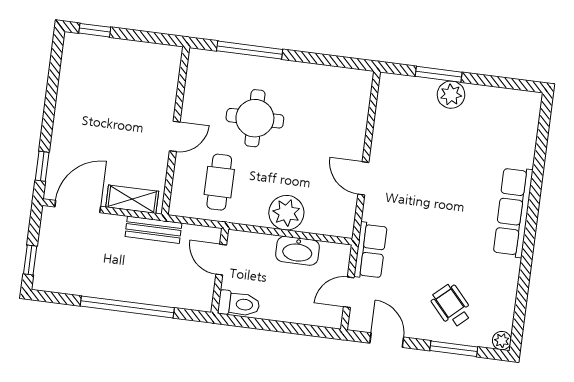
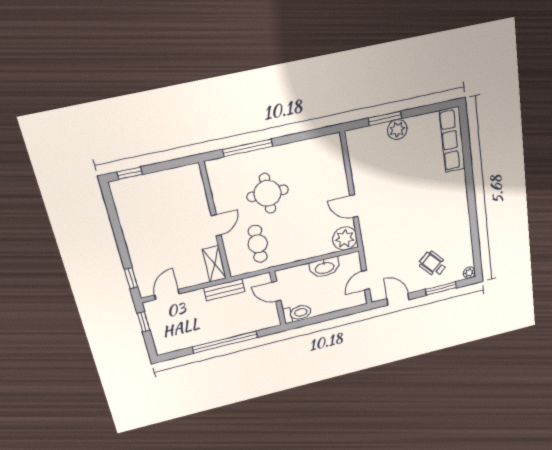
shelving: (132, 199) -> (214, 264), moved, turned 90
door: (78, 207) -> (167, 294), width x0.73
row of seats: (513, 212) -> (452, 140), moved
plant: (286, 213) -> (345, 238), moved
row of seats: (370, 251) -> (372, 250), removed
window: (30, 260) -> (143, 322), moved

